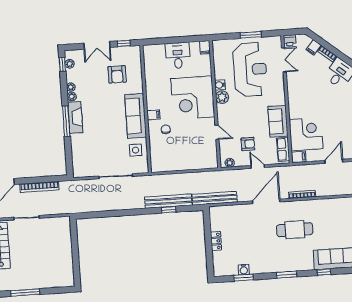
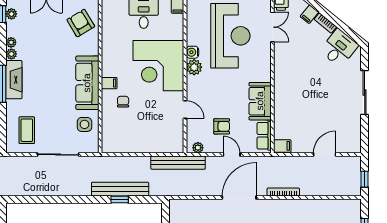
armchair: (117, 74) -> (81, 23), moved, turned 149
corner desk: (306, 134) -> (293, 119), removed
coffee table: (89, 158) -> (27, 130), added
bench: (215, 198) -> (178, 163), moved

